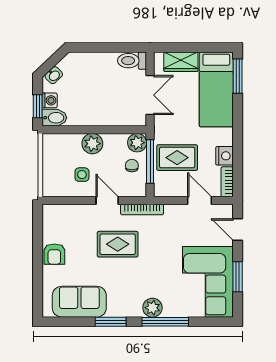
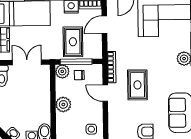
side table: (82, 175) -> (91, 129), moved
door: (107, 200) -> (105, 93), hinge flipped

